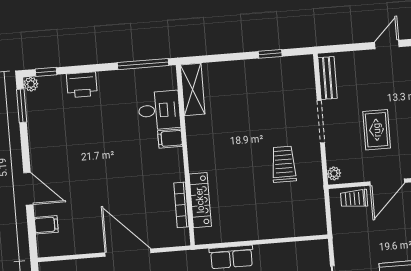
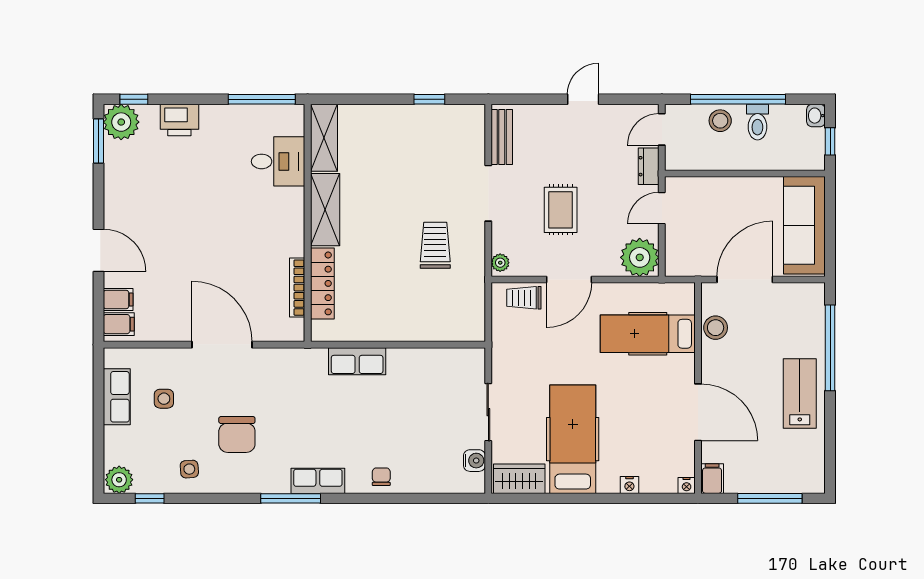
plant: (31, 84) -> (121, 122), width x1.88, depth x1.88
filing cabinet: (170, 139) -> (119, 324), moved, turned 180
shelving: (198, 144) -> (325, 210), added

